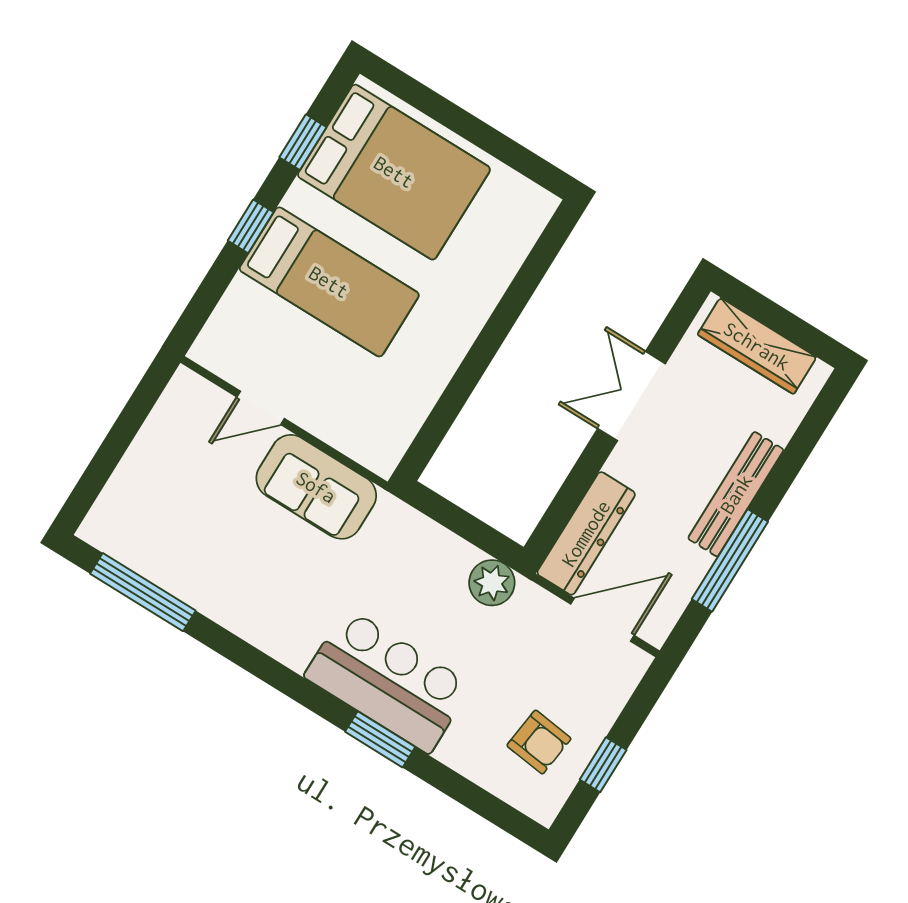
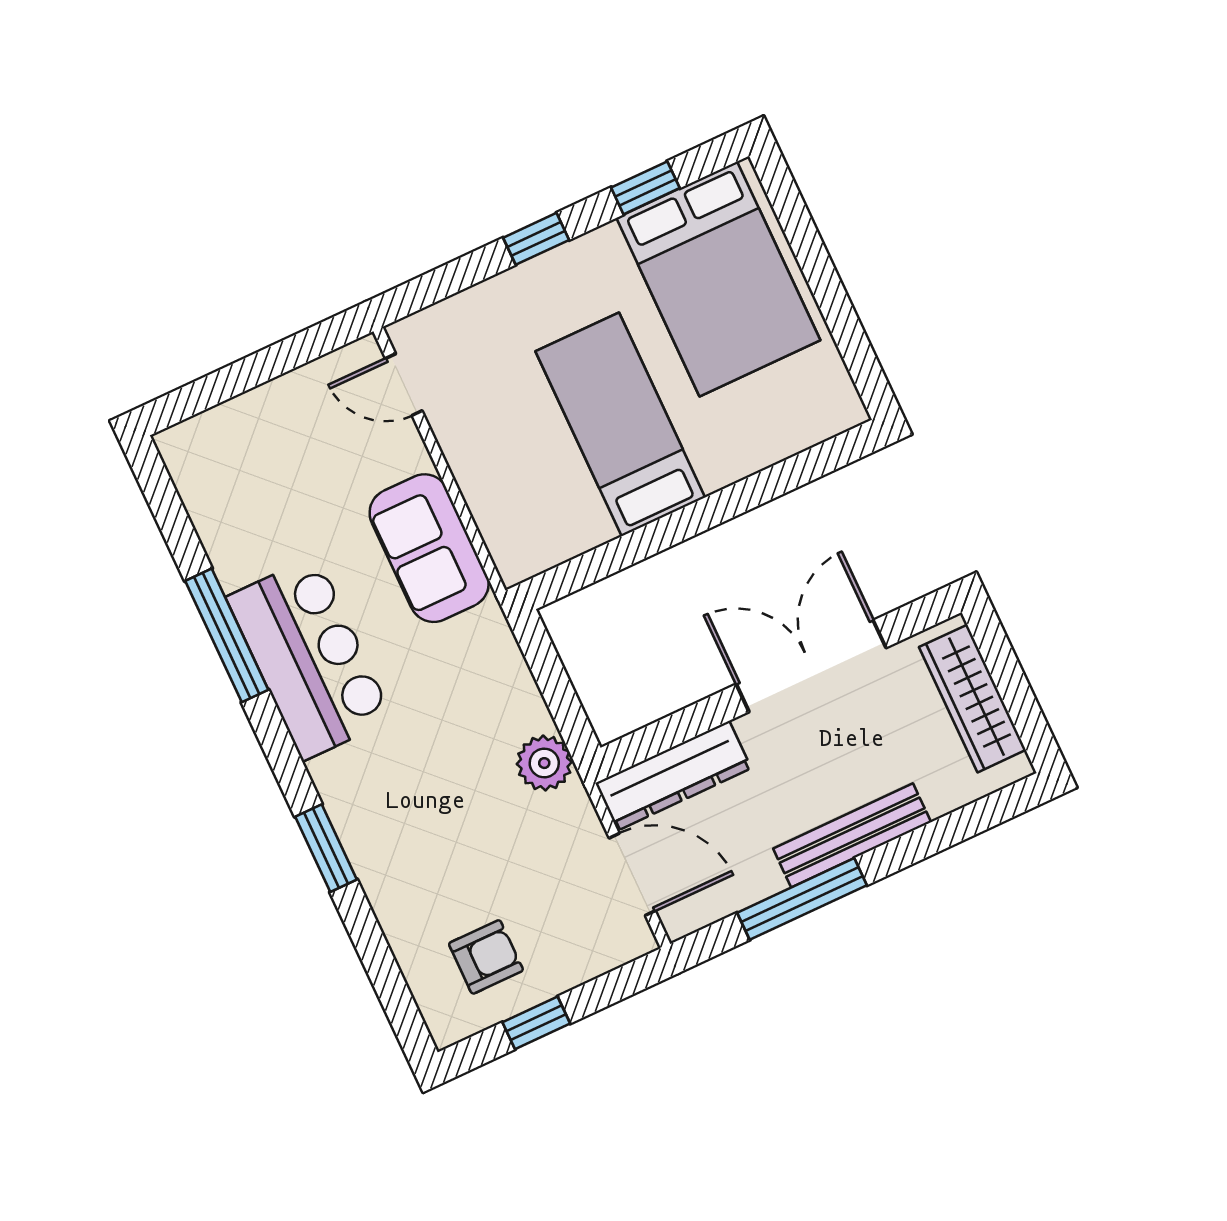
bed: (329, 282) -> (620, 424), moved, turned 180
double door: (632, 396) -> (811, 666), width x1.37
door: (261, 408) -> (404, 385), moved
window: (143, 592) -> (227, 635), moved
bar counter: (388, 681) -> (310, 658), moved
armchair: (539, 742) -> (486, 957), turned -97

